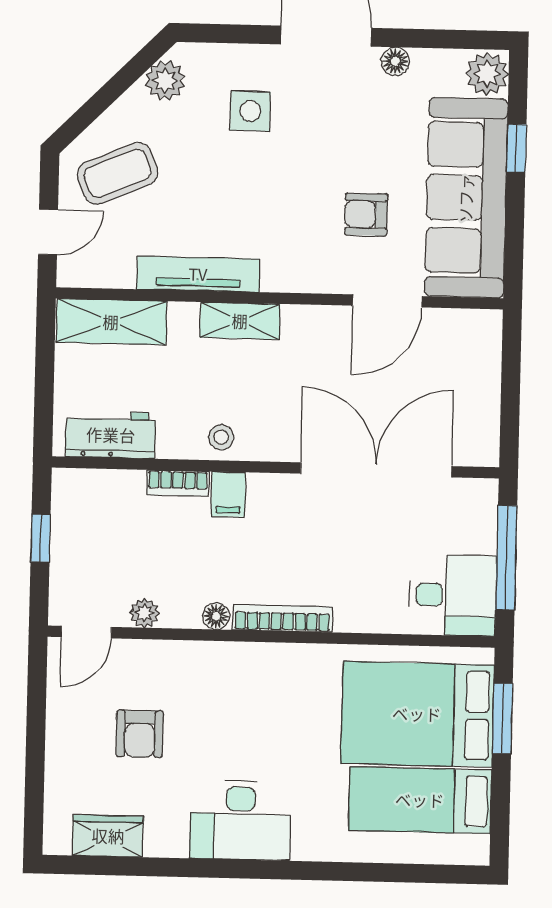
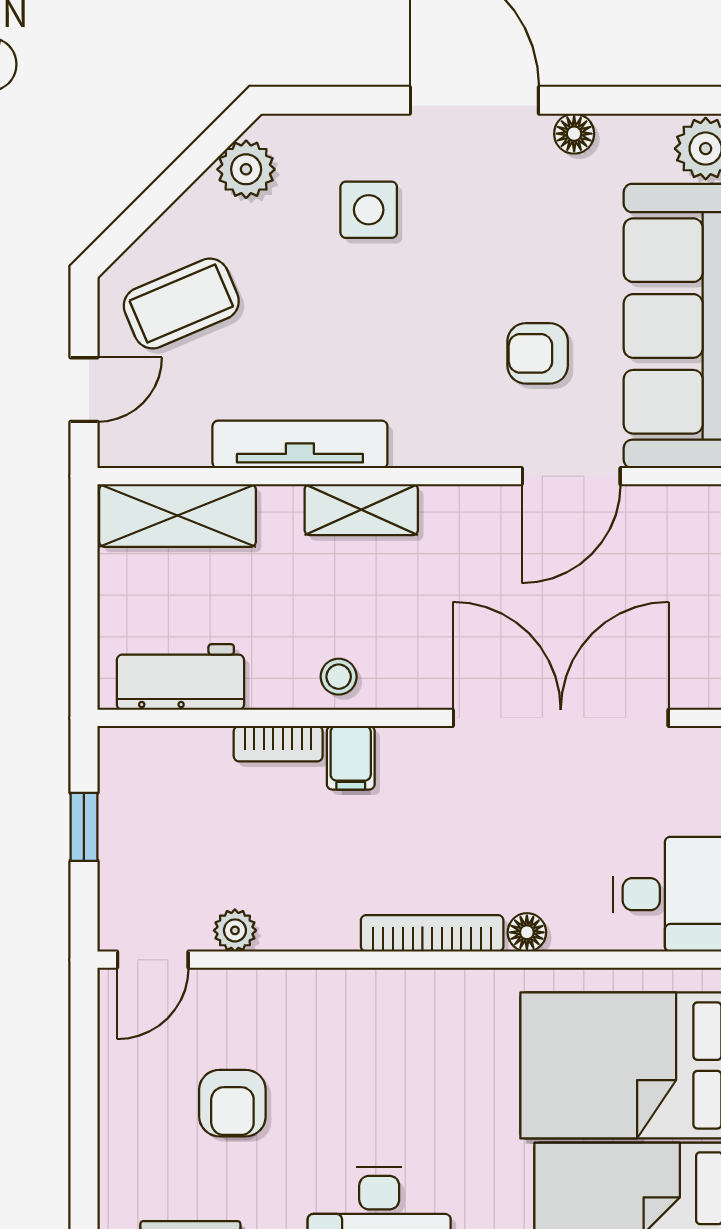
floor lamp: (216, 616) -> (527, 932), moved

